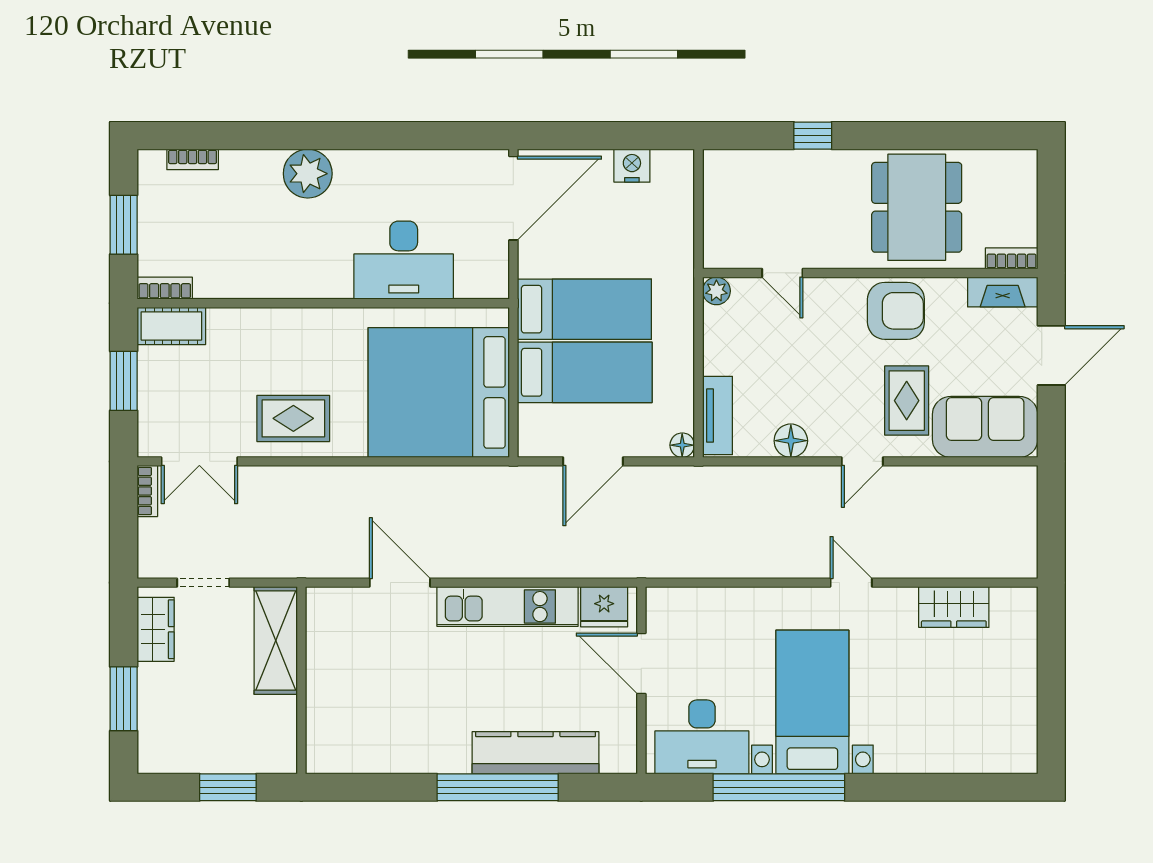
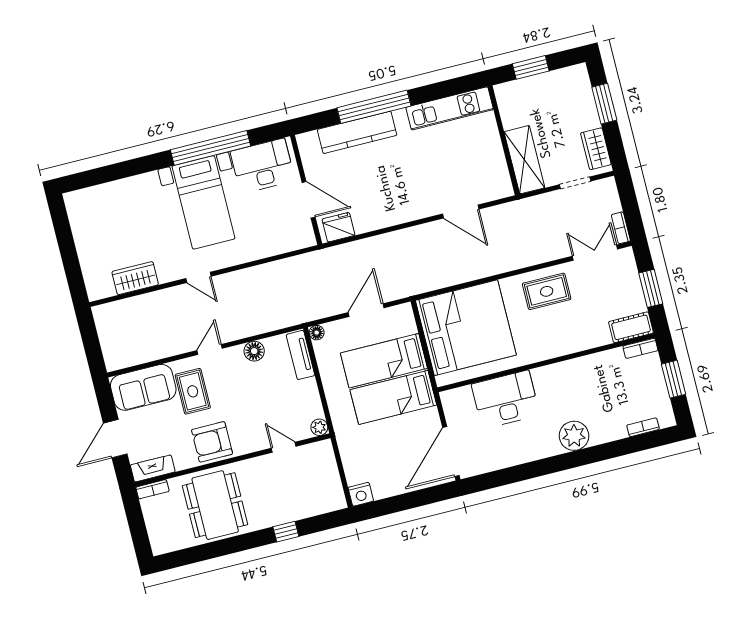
nightstand: (632, 166) -> (361, 494), moved
kitchen unit: (507, 607) -> (450, 108), moved, turned 180

